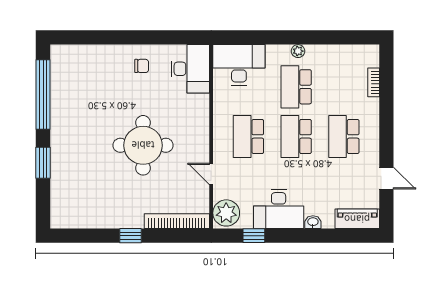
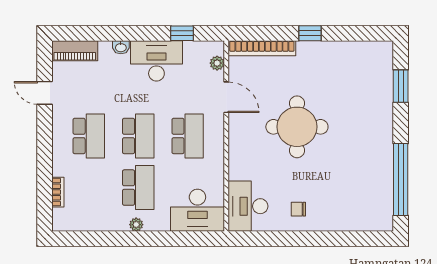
window: (43, 163) -> (401, 86), moved
door: (211, 174) -> (226, 97), width x1.37
plant: (226, 213) -> (217, 63), width x0.53, depth x0.53

